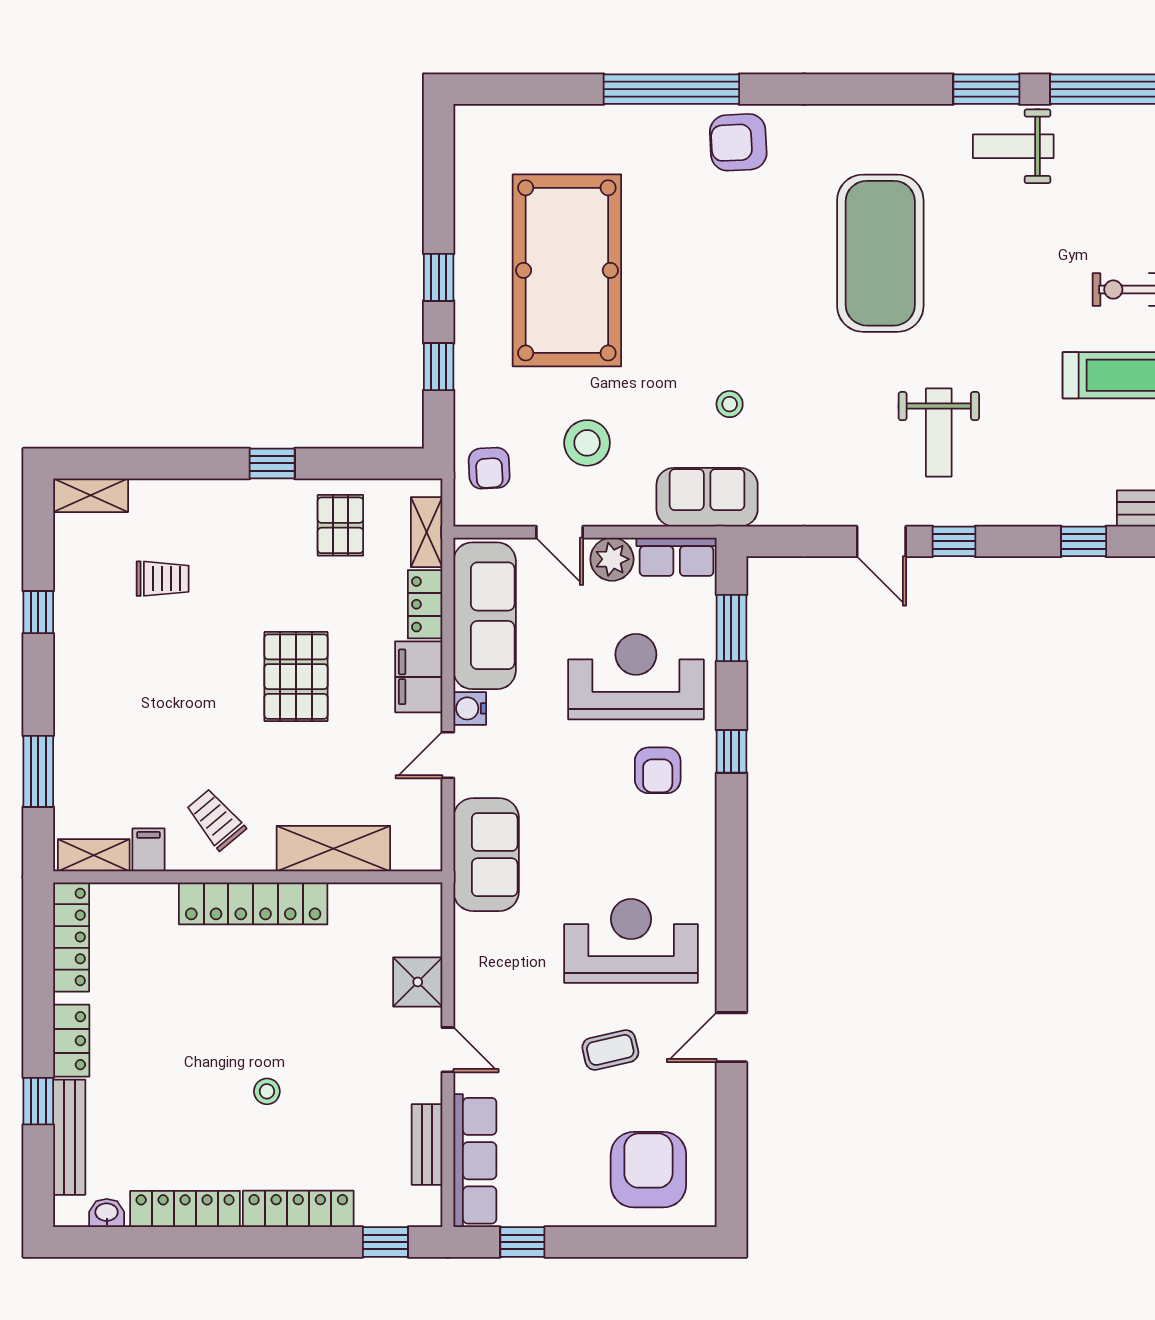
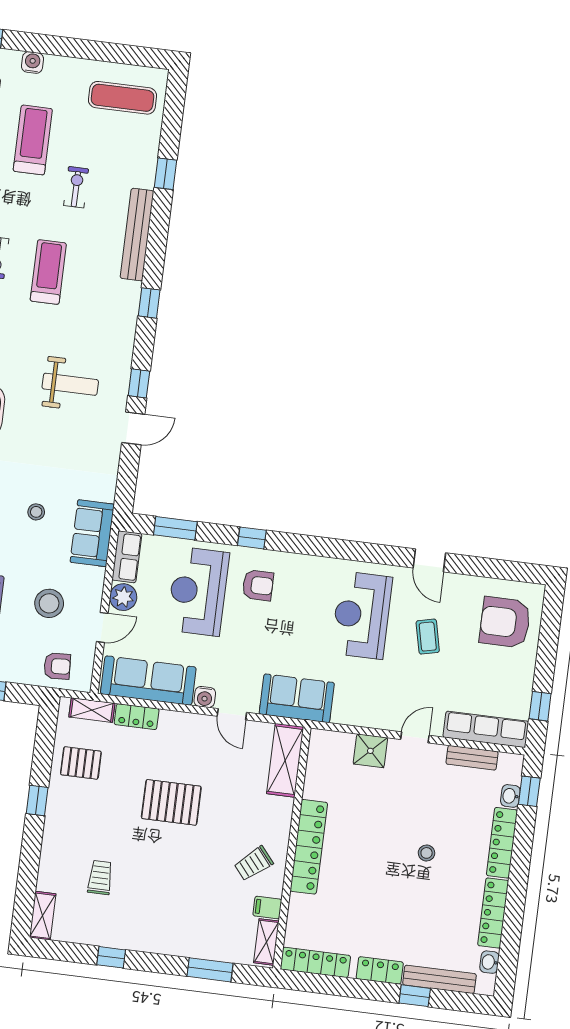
filing cabinet: (419, 677) -> (181, 726), removed
shelving: (333, 849) -> (285, 760), moved
washbasin: (374, 1213) -> (510, 796), added

